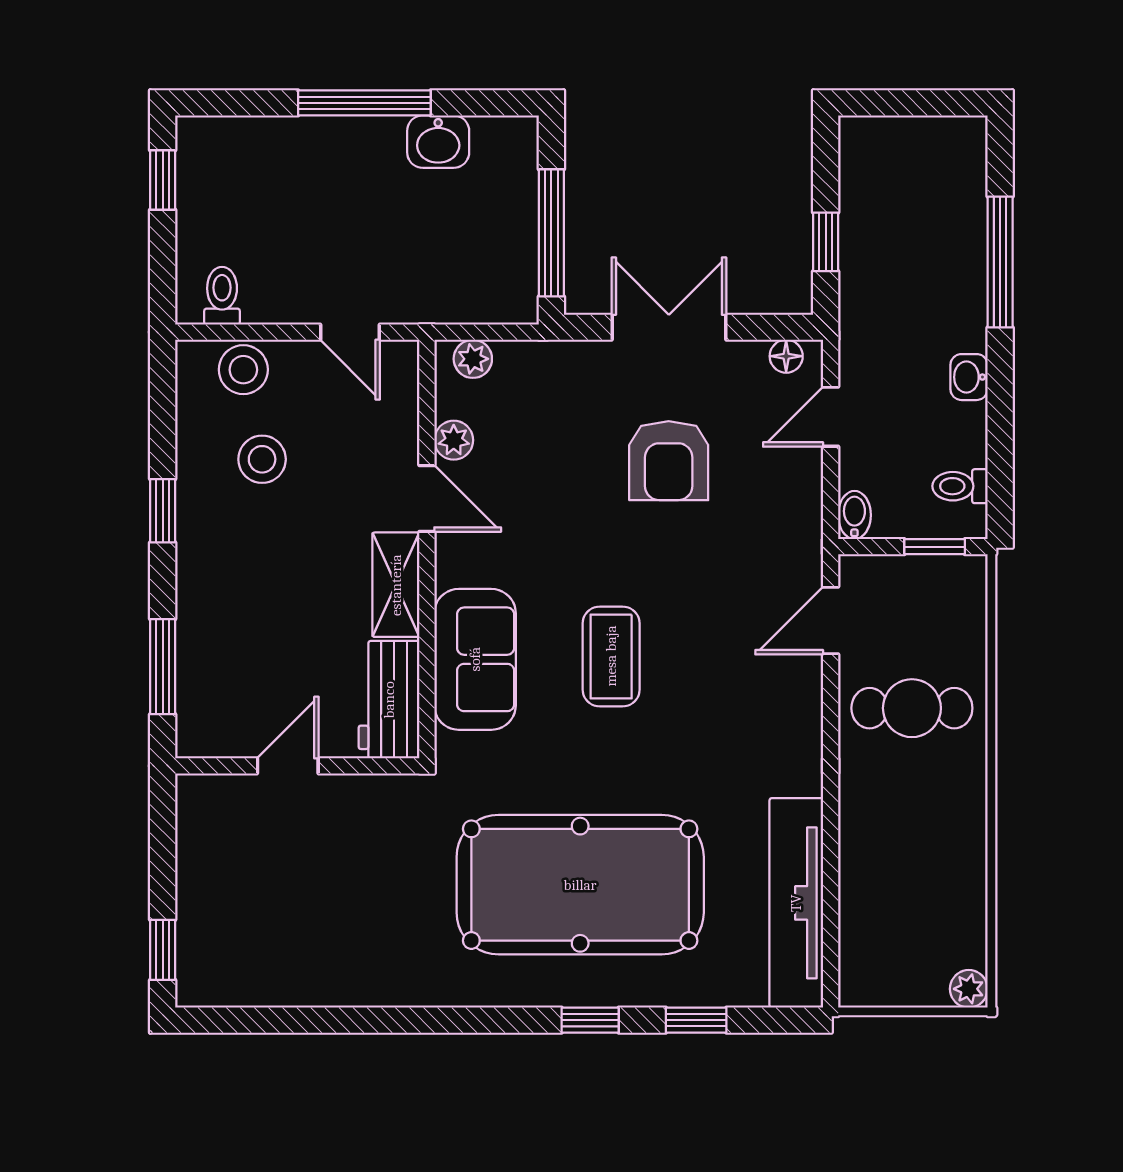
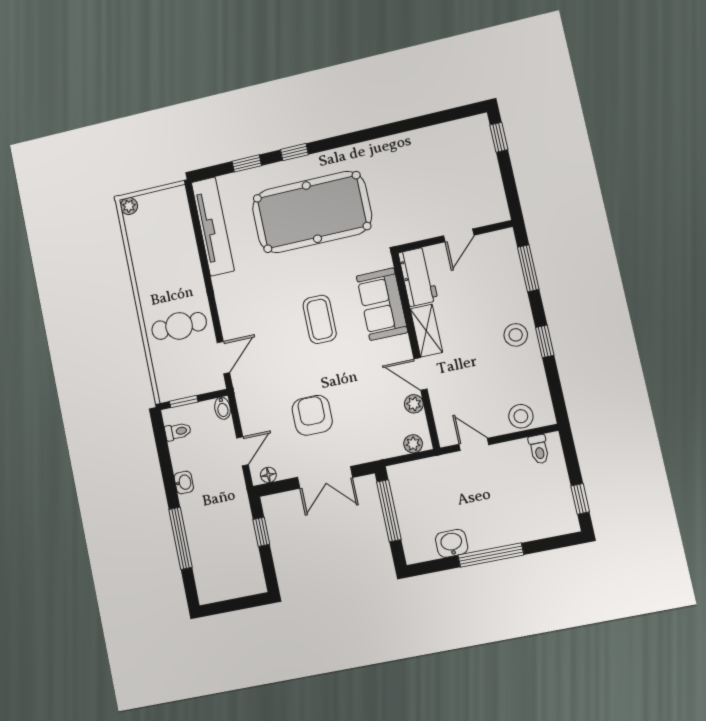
stool: (262, 459) -> (516, 335), moved

